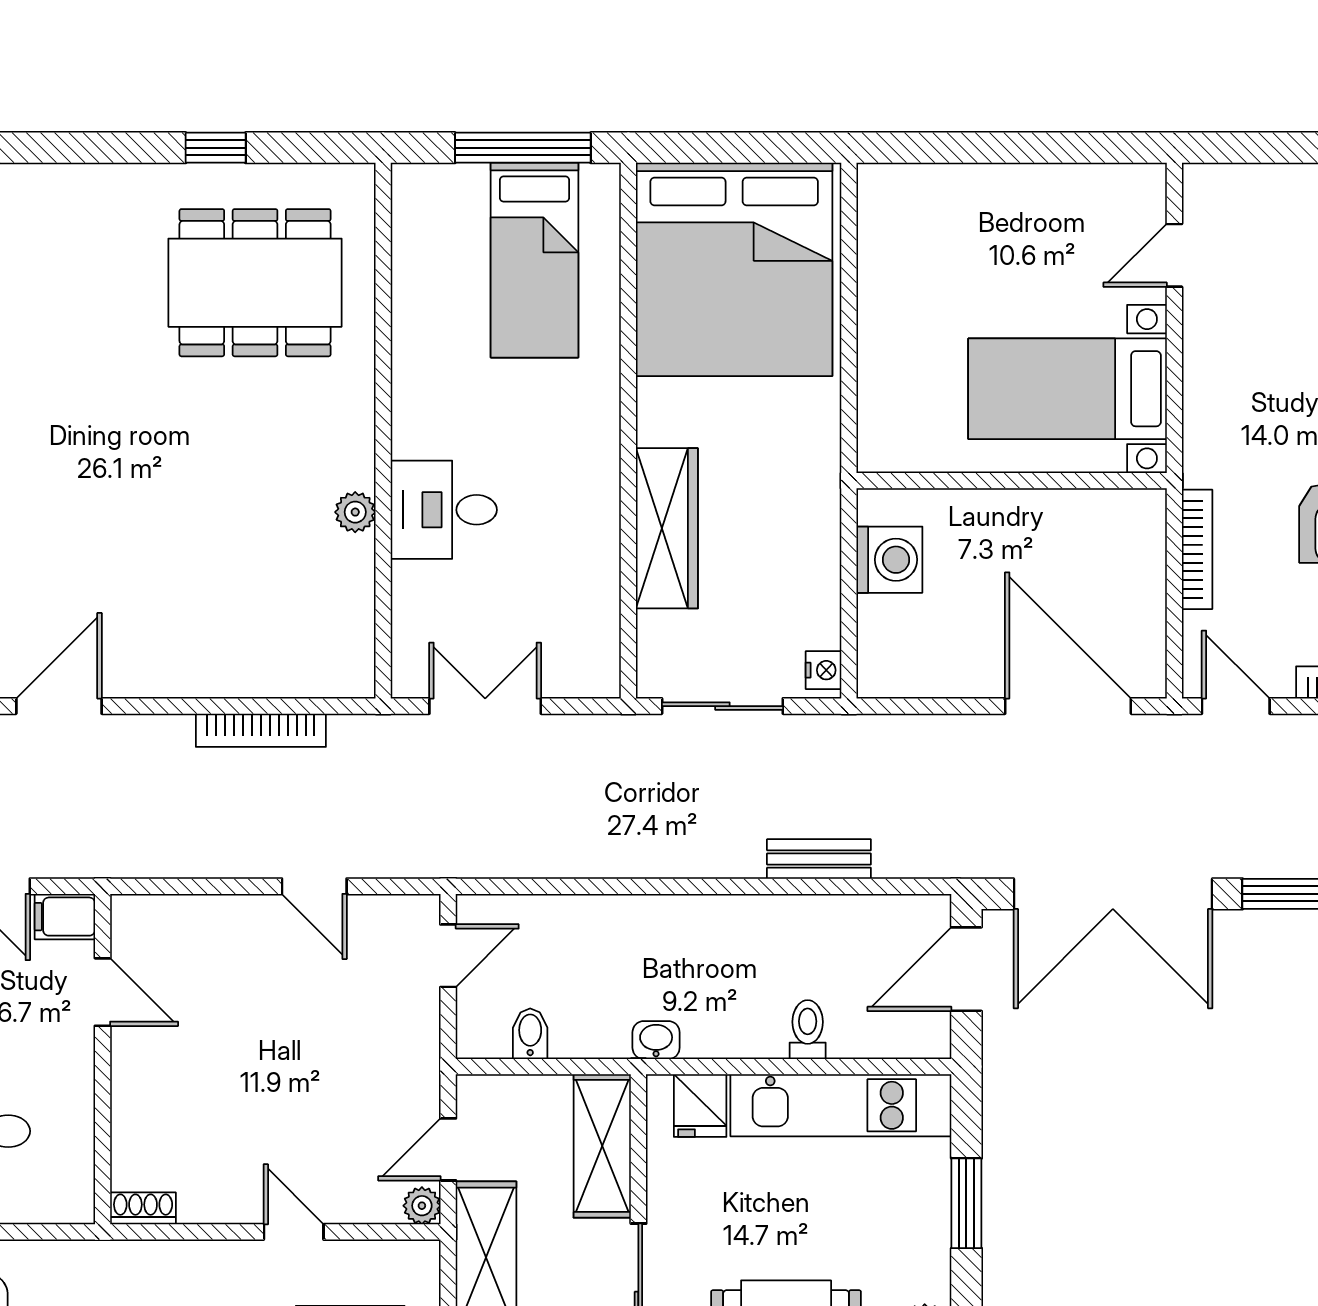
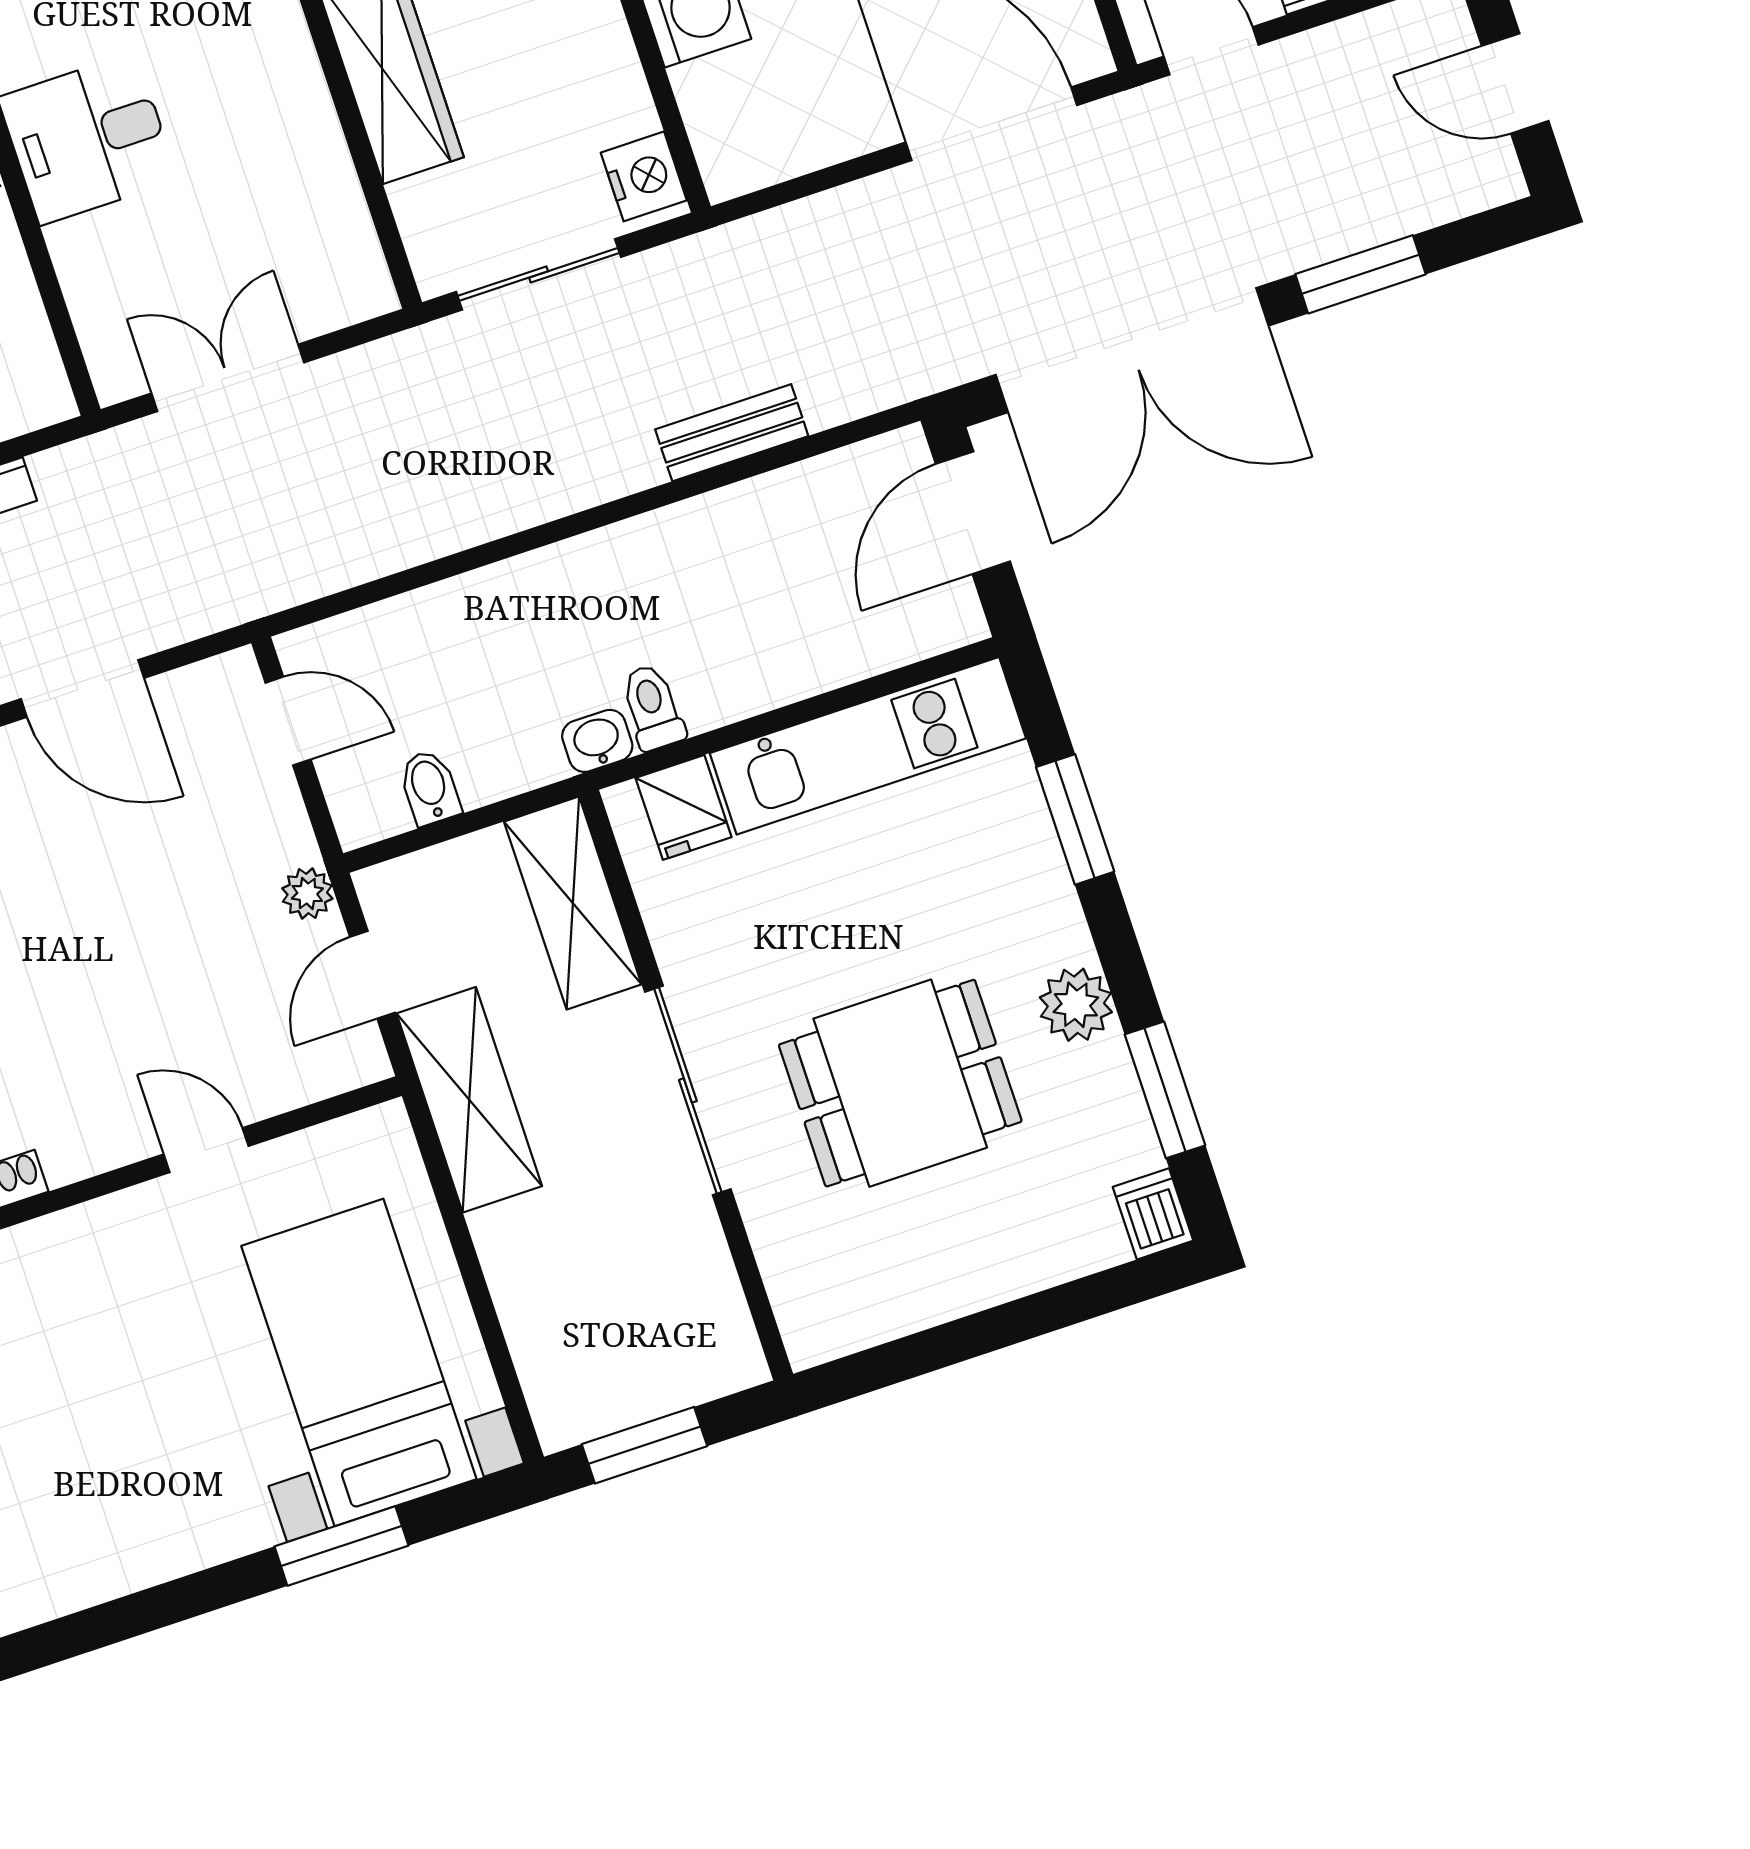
nightstand: (823, 670) -> (644, 176), width x1.39, depth x1.35
door: (314, 886) -> (83, 688), width x1.38
door: (448, 956) -> (288, 721), hinge flipped
toilet: (808, 1030) -> (653, 707), moved
plant: (422, 1206) -> (307, 894), moved

